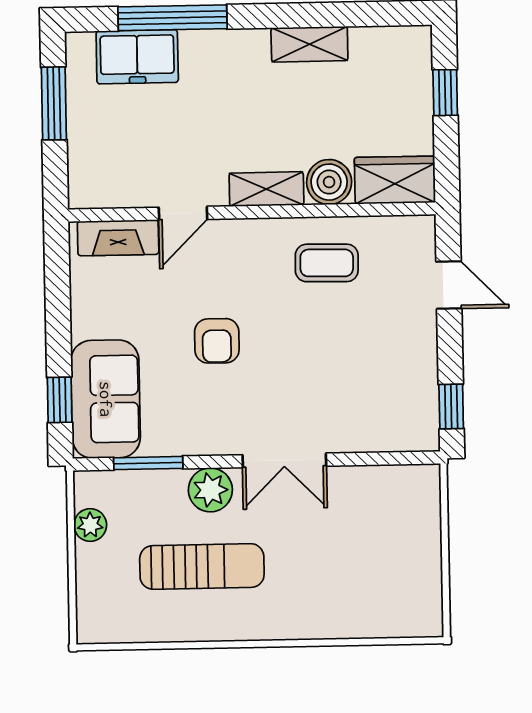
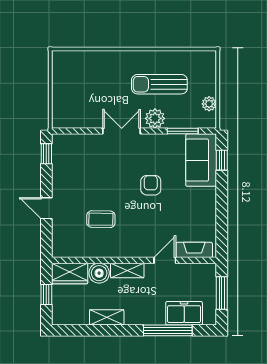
wardrobe: (395, 180) -> (70, 273), moved
boiler: (329, 182) -> (99, 273), moved
shelving: (266, 189) -> (127, 271), moved
wall: (252, 212) -> (134, 260), moved
door: (183, 213) -> (165, 260), moved
fireplace: (118, 238) -> (194, 250), moved

